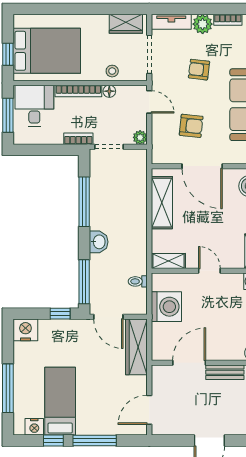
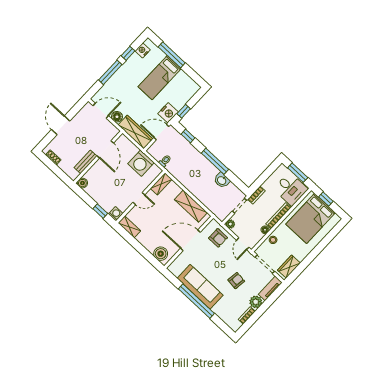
door: (149, 102) -> (243, 244), hinge flipped
armchair: (191, 126) -> (218, 238), moved, turned -96
window: (84, 202) -> (215, 161), moved
washbasin: (99, 242) -> (222, 180), moved
window: (84, 282) -> (188, 136), width x0.46
nightstand: (25, 330) -> (168, 113), moved
floor lamp: (139, 385) -> (117, 117), added
bed: (60, 401) -> (160, 78), moved, turned 90
door: (149, 410) -> (101, 111), hinge flipped

